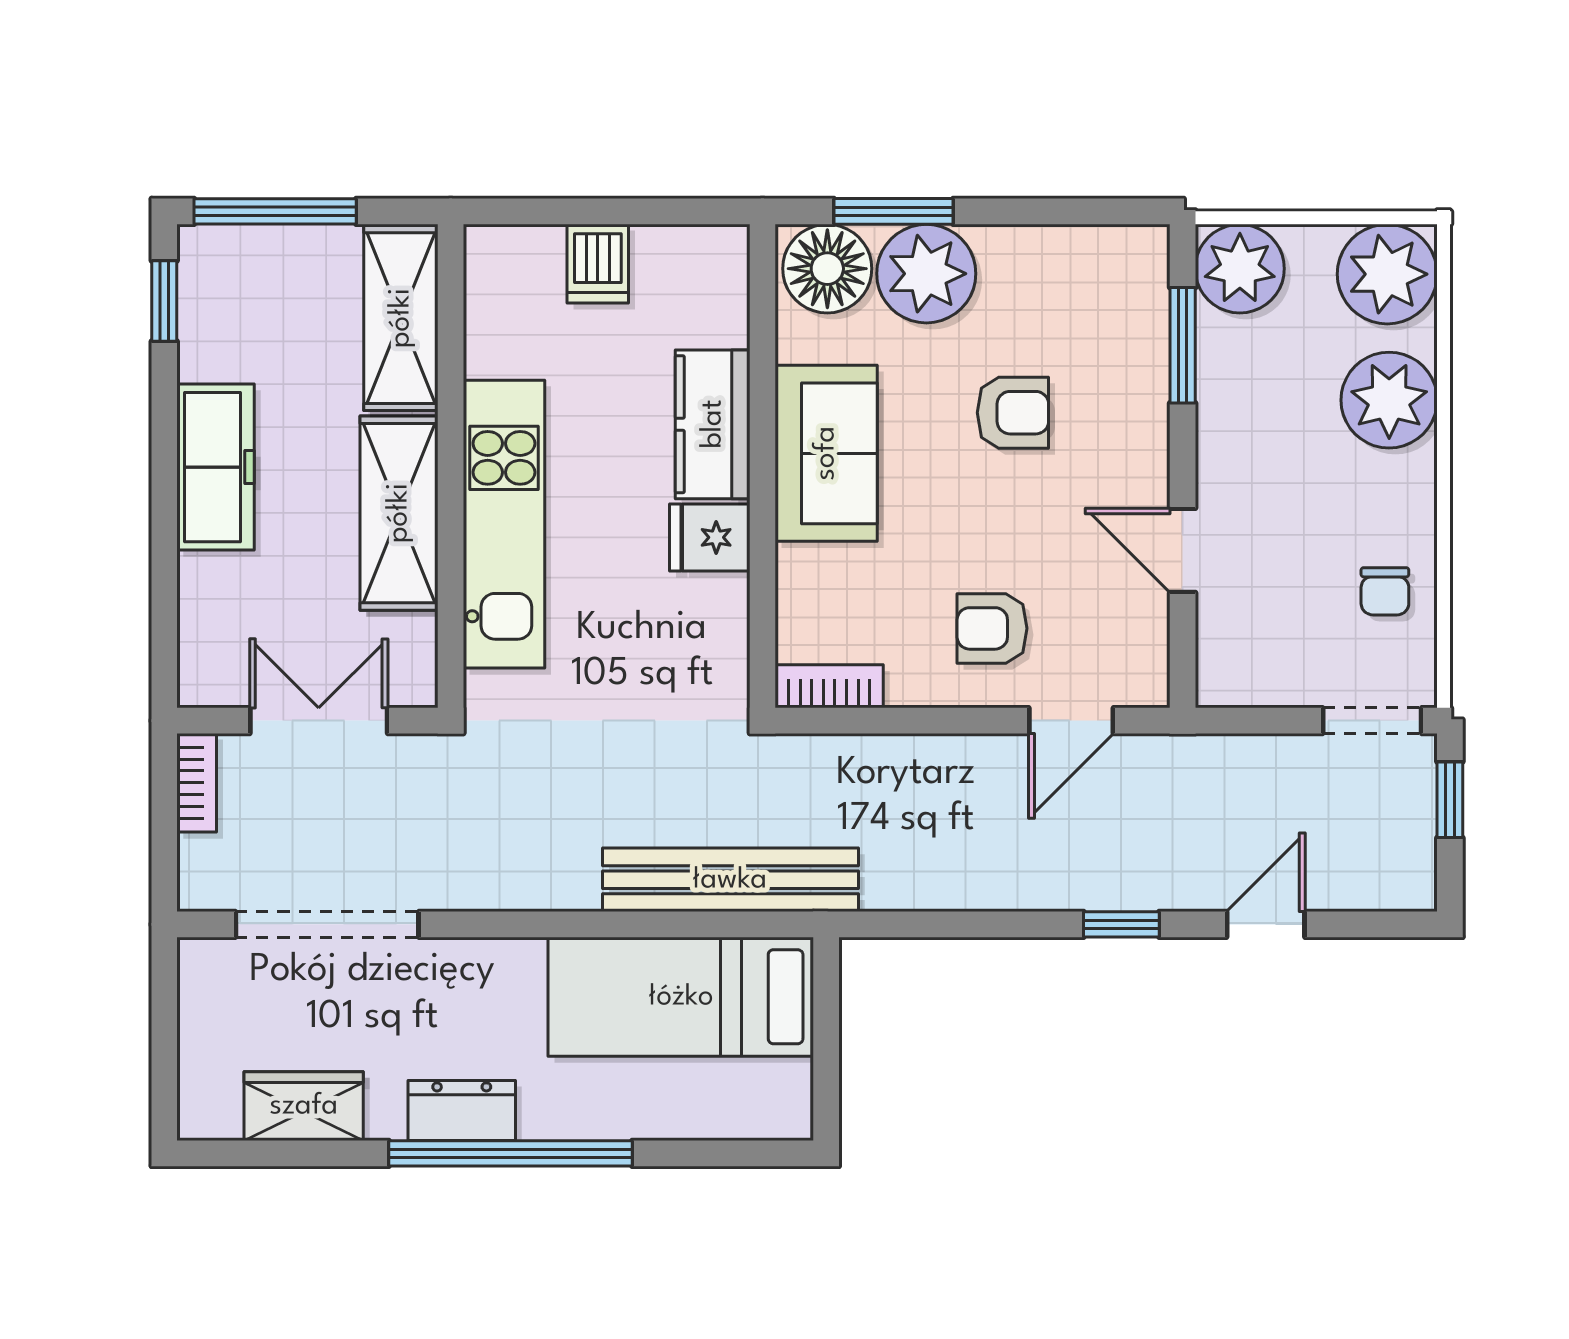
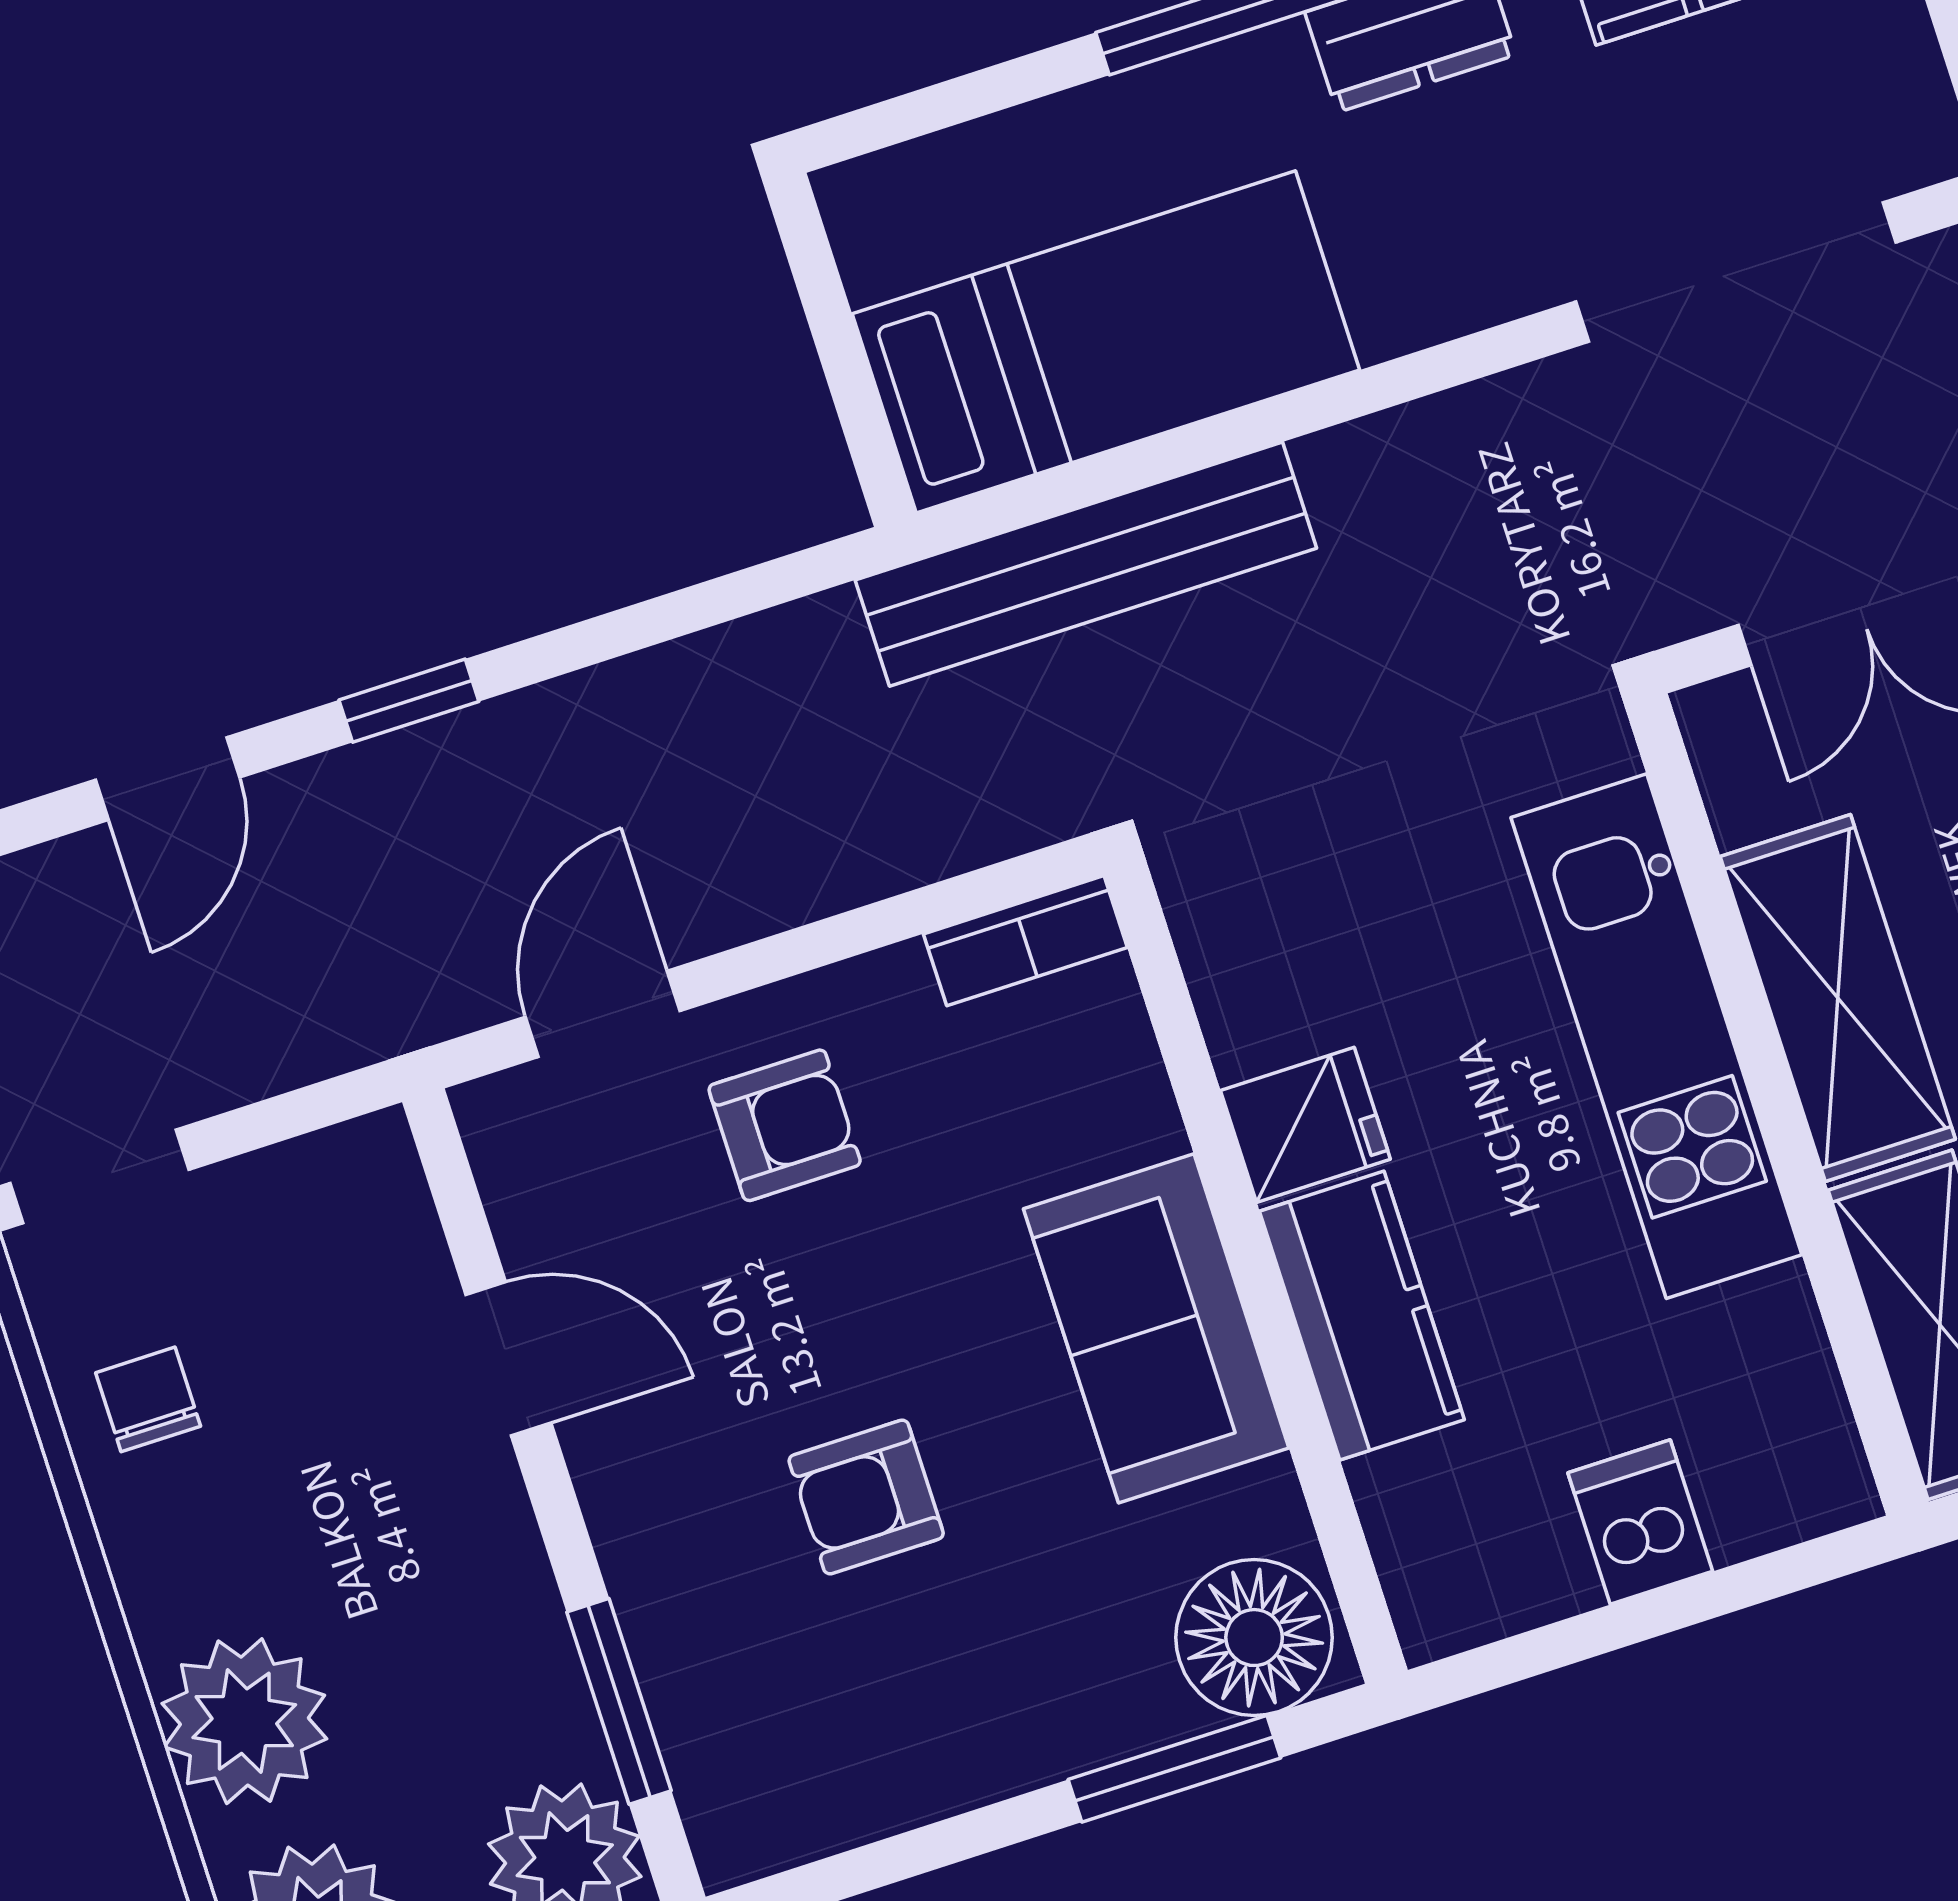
plant: (926, 274) -> (1086, 1683), removed

